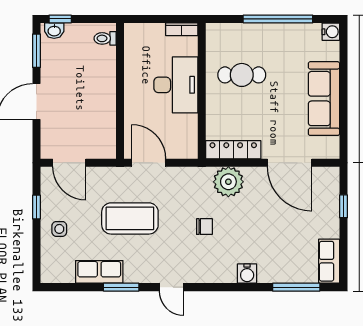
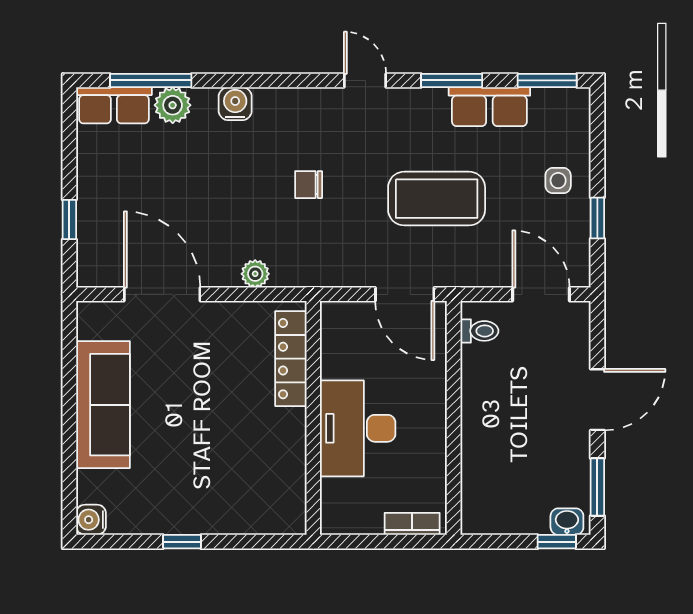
window: (278, 19) -> (182, 542), width x0.32
bookcase: (182, 29) -> (412, 524), moved
toilet: (105, 38) -> (479, 331), moved
cafe table: (242, 75) -> (244, 445), removed
locker: (233, 150) -> (291, 359), moved, turned 90
plant: (228, 182) -> (255, 274), width x0.53, depth x0.53
row of seats: (329, 261) -> (114, 105), moved, turned 90
plant: (283, 273) -> (173, 105), added
window: (66, 287) -> (547, 80), added

